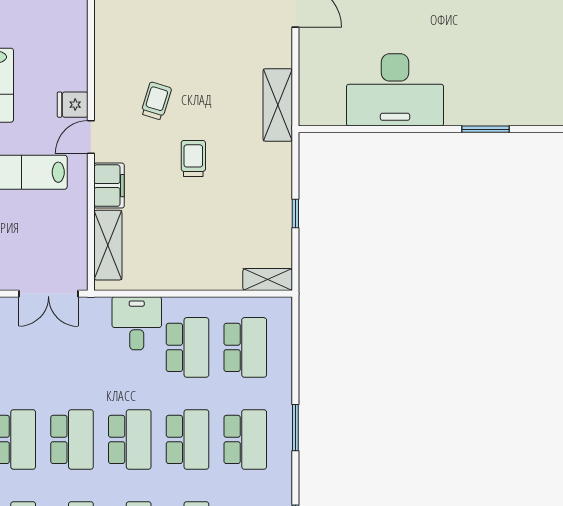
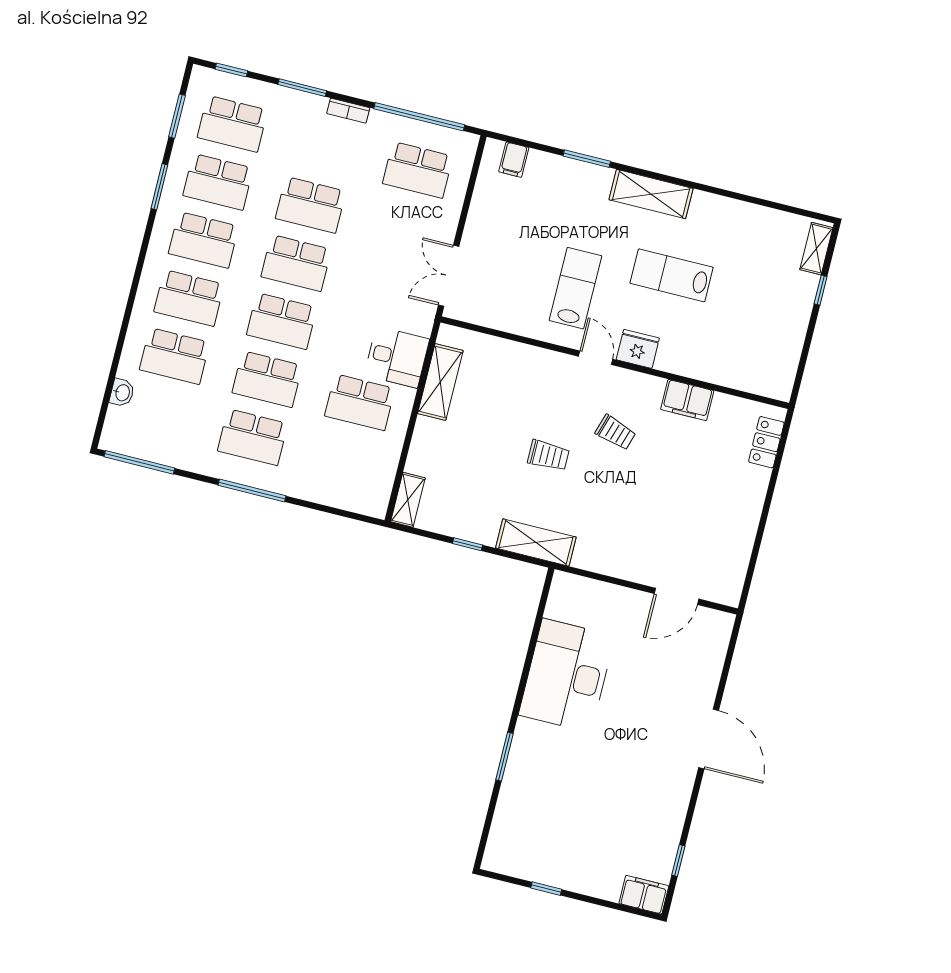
fridge: (73, 105) -> (638, 349), width x1.38
shelving: (278, 105) -> (536, 543), moved
filing cabinet: (109, 186) -> (687, 400), moved
shelving: (108, 245) -> (440, 382), moved, turned 90
school desk: (245, 347) -> (345, 460), removed
window: (295, 428) -> (252, 490), width x1.44

